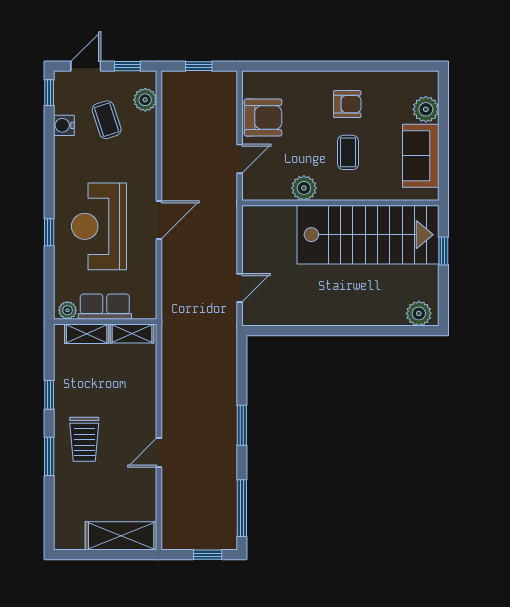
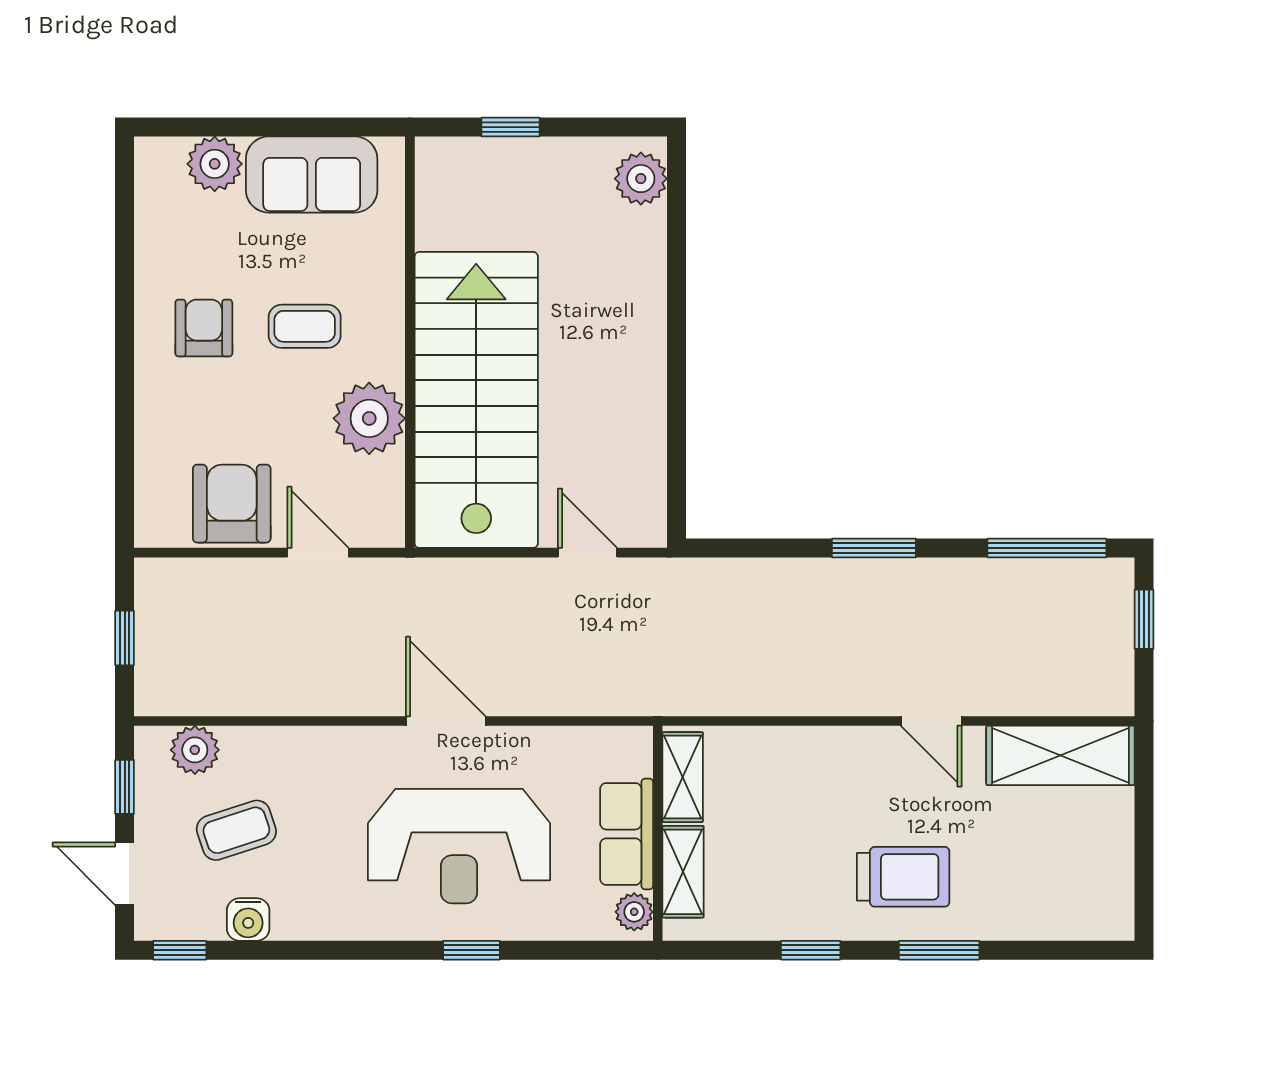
plant: (304, 188) -> (369, 418), width x1.36, depth x1.36
stairs: (368, 235) -> (476, 400), moved
shelving: (121, 536) -> (1060, 755), moved, turned 90

